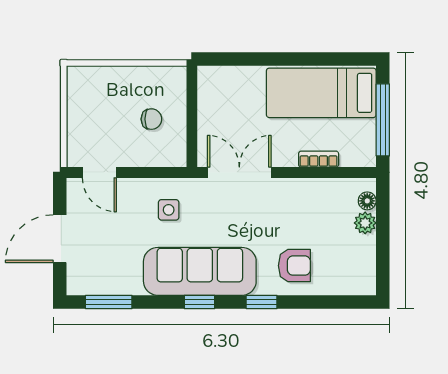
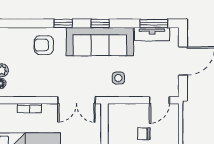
chair: (151, 119) -> (144, 134), moved
door: (99, 172) -> (159, 100), swing flipped
tv unit: (112, 284) -> (152, 34), added

